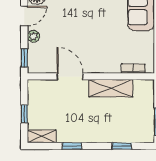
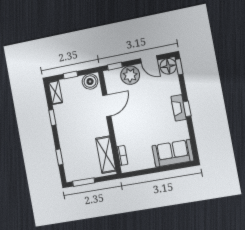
plant: (33, 36) -> (130, 75), width x1.88, depth x1.88
shelving: (111, 88) -> (106, 155), moved
boiler: (37, 91) -> (90, 82), added

